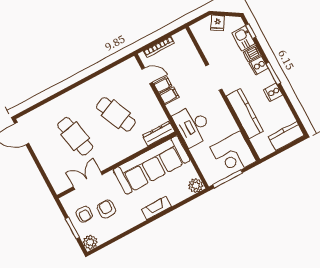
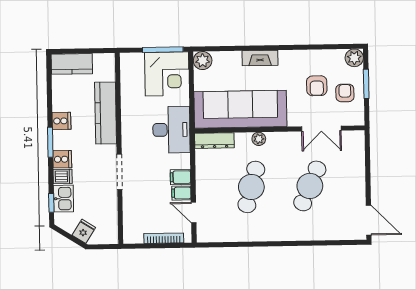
cafe table: (116, 114) -> (251, 187), turned 39
cafe table: (75, 136) -> (310, 186), turned 36
plant: (128, 151) -> (259, 139), added
corner desk: (233, 154) -> (167, 74), moved, turned 90

